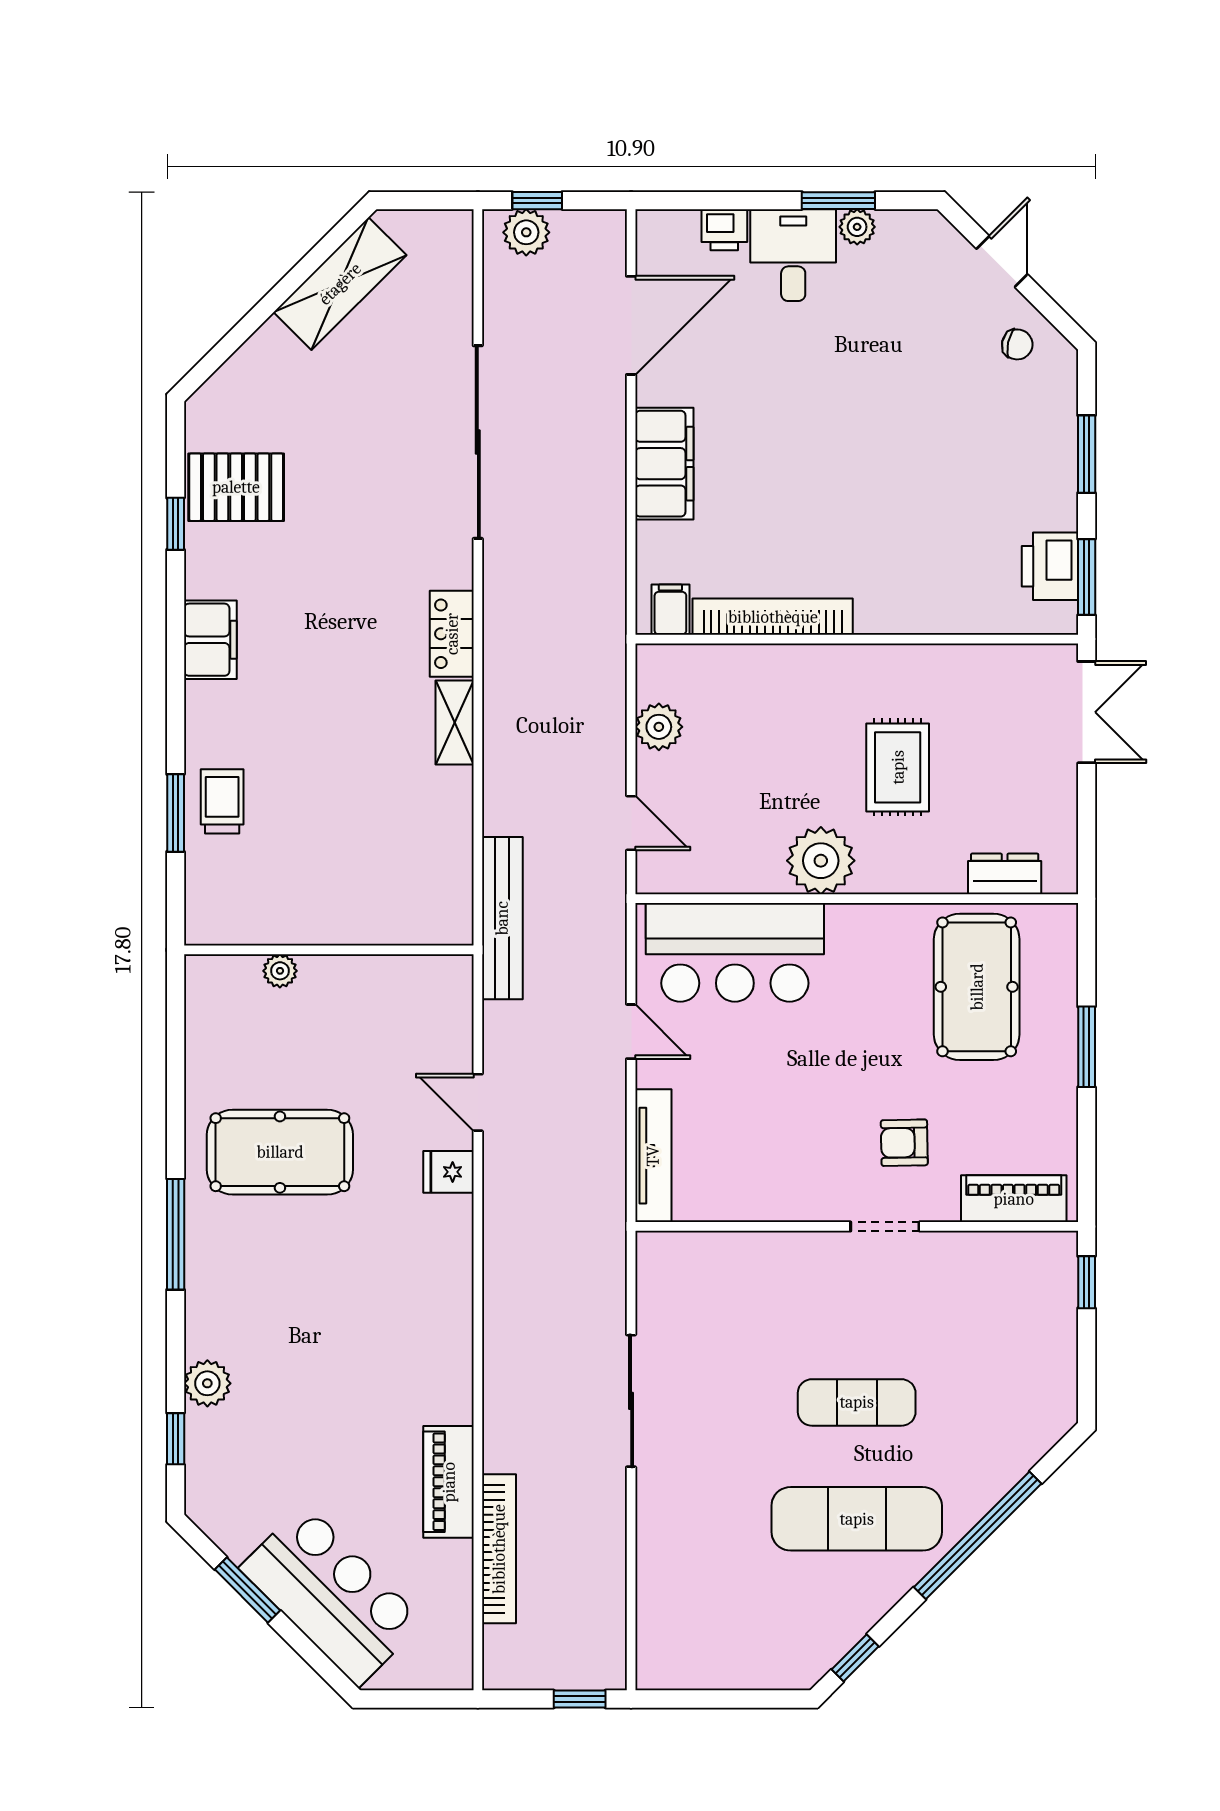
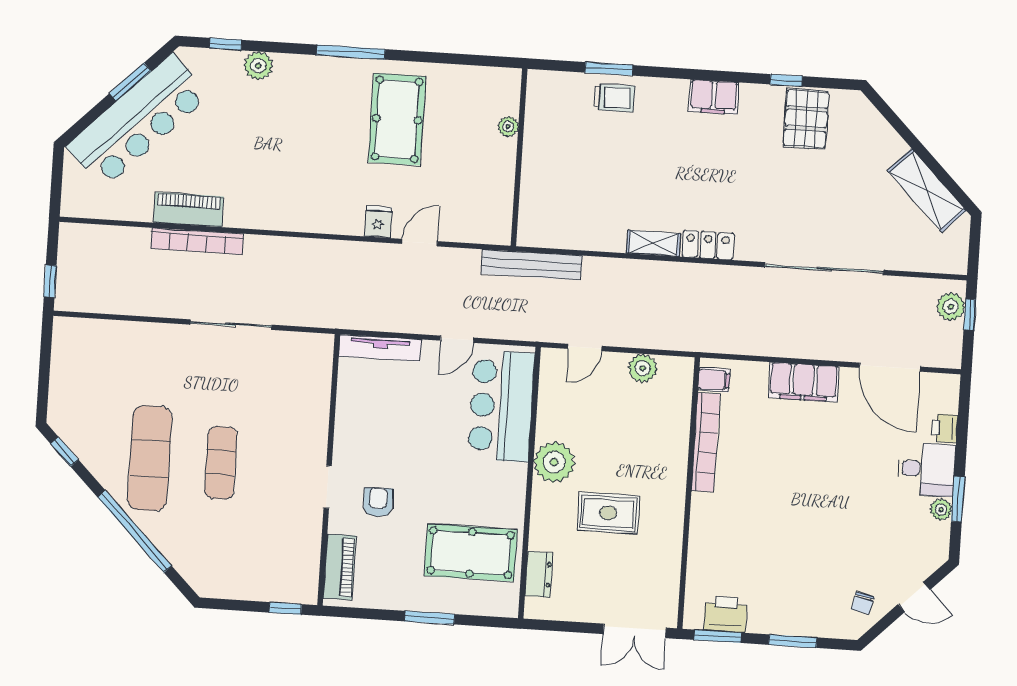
bookcase: (499, 1549) -> (197, 241), moved
bar counter: (331, 1595) -> (138, 121), width x1.36

